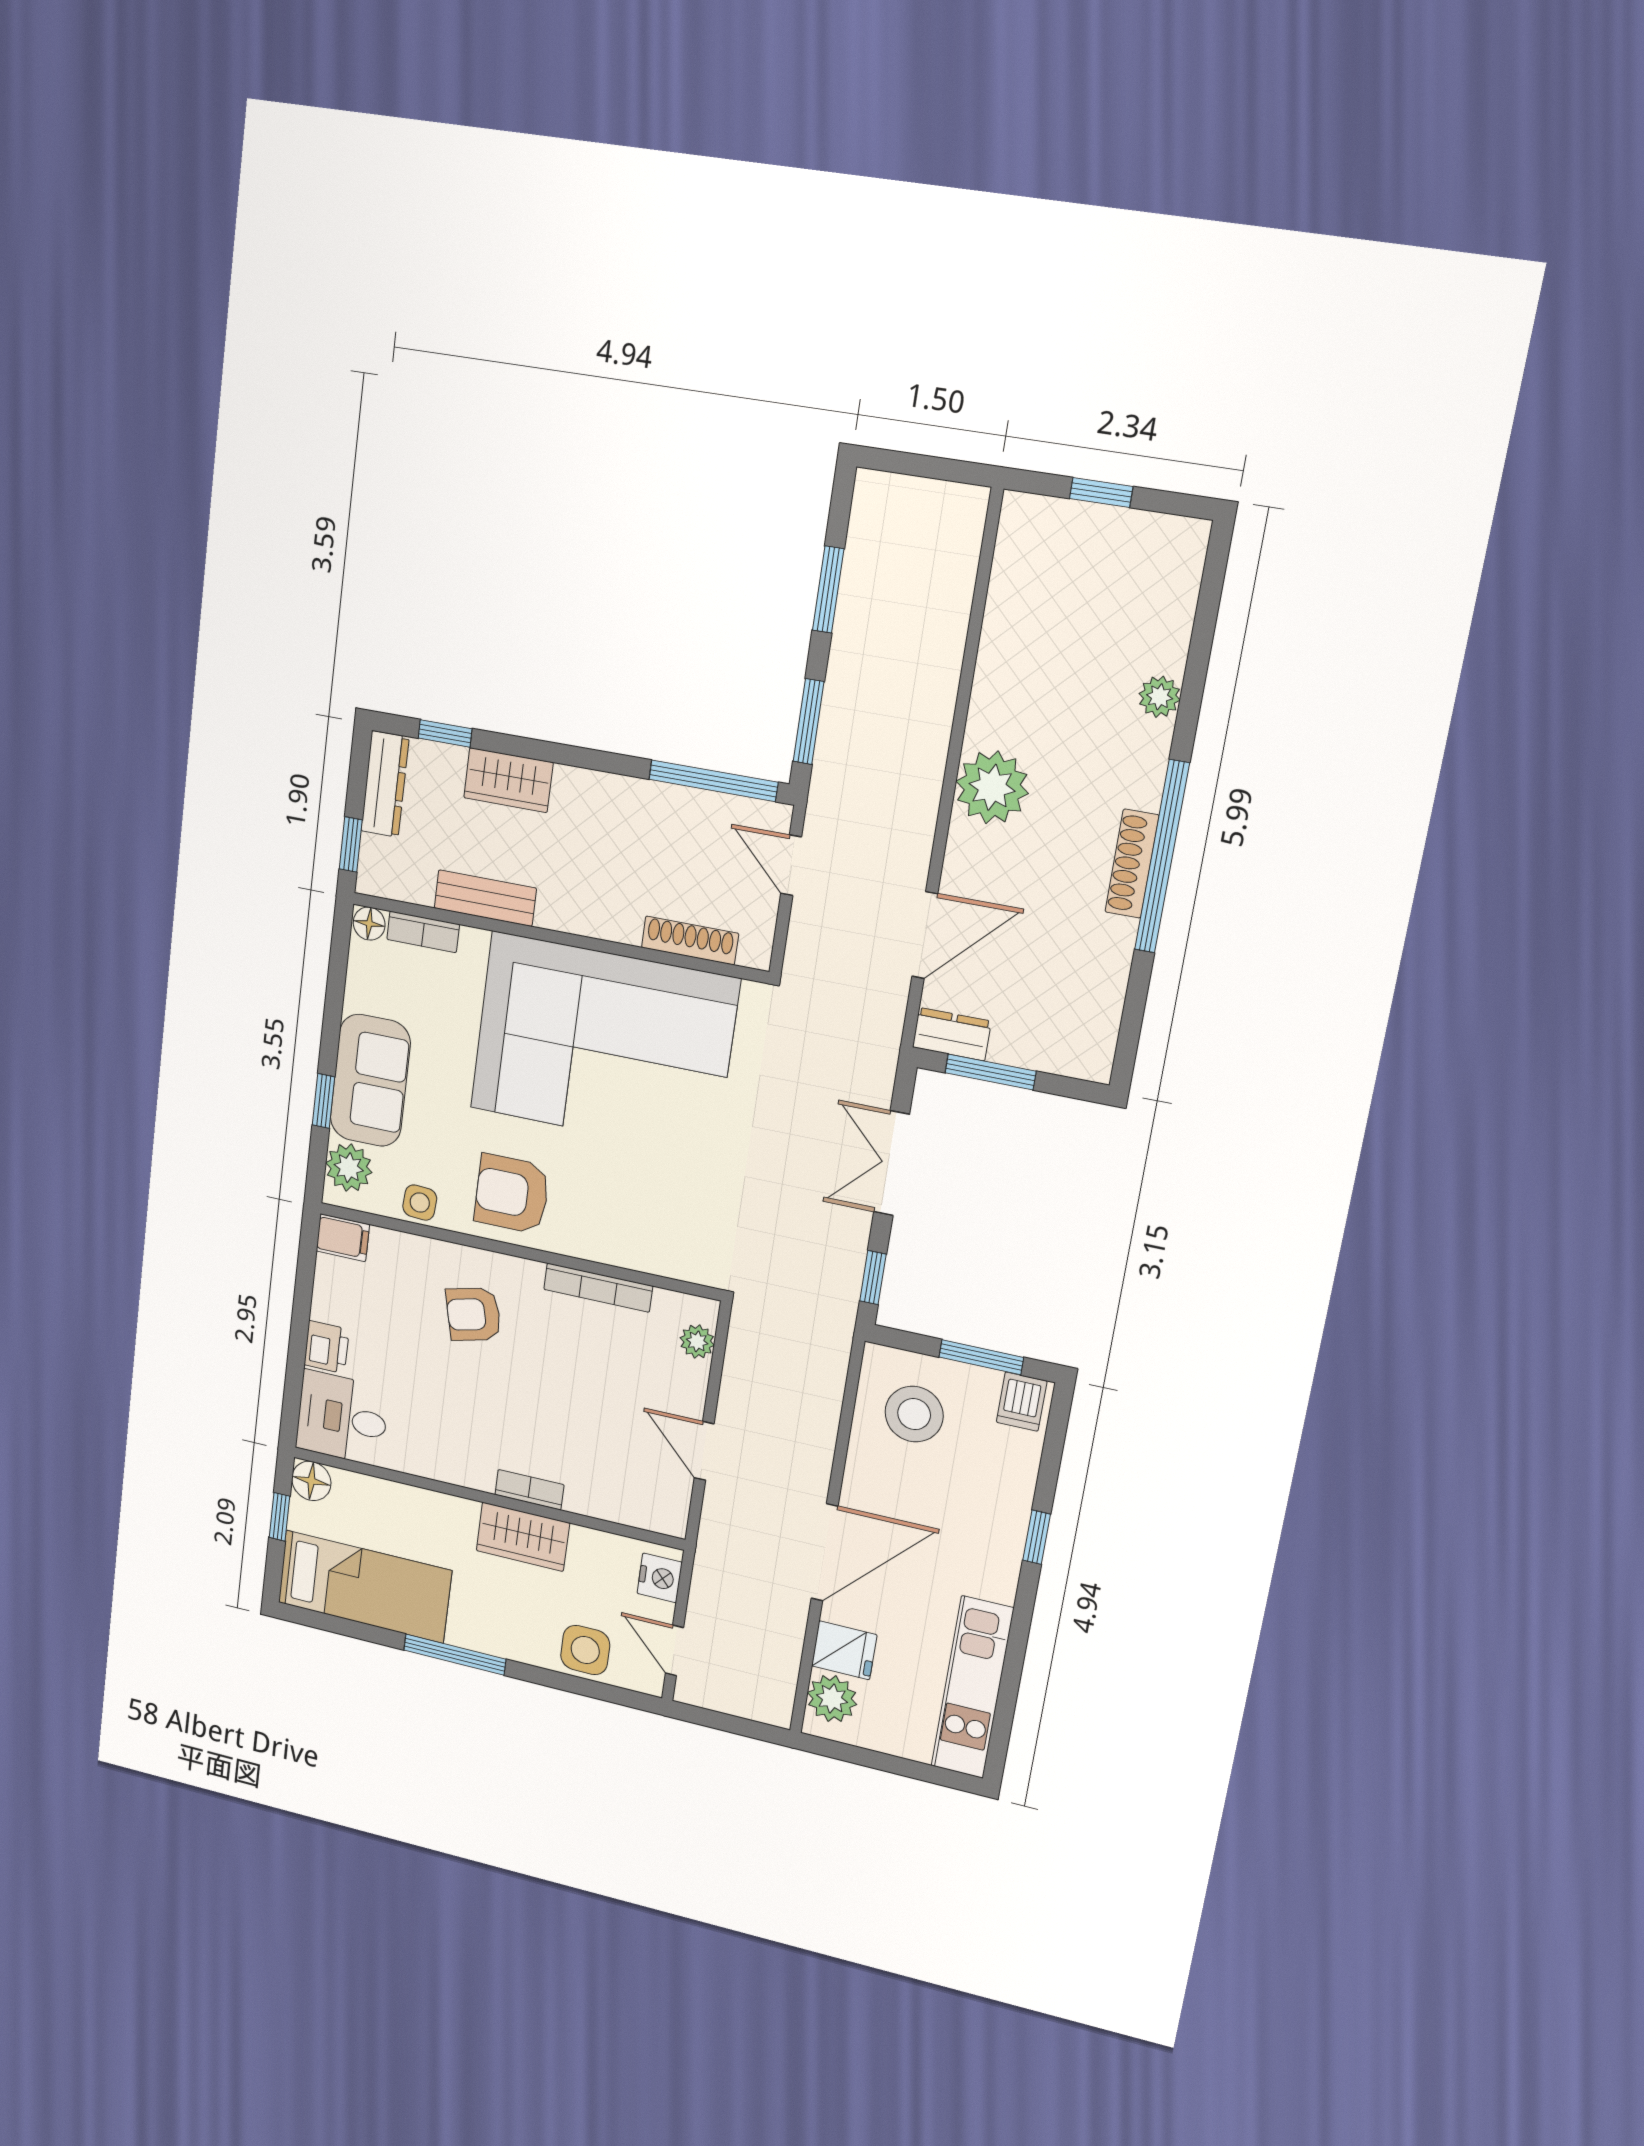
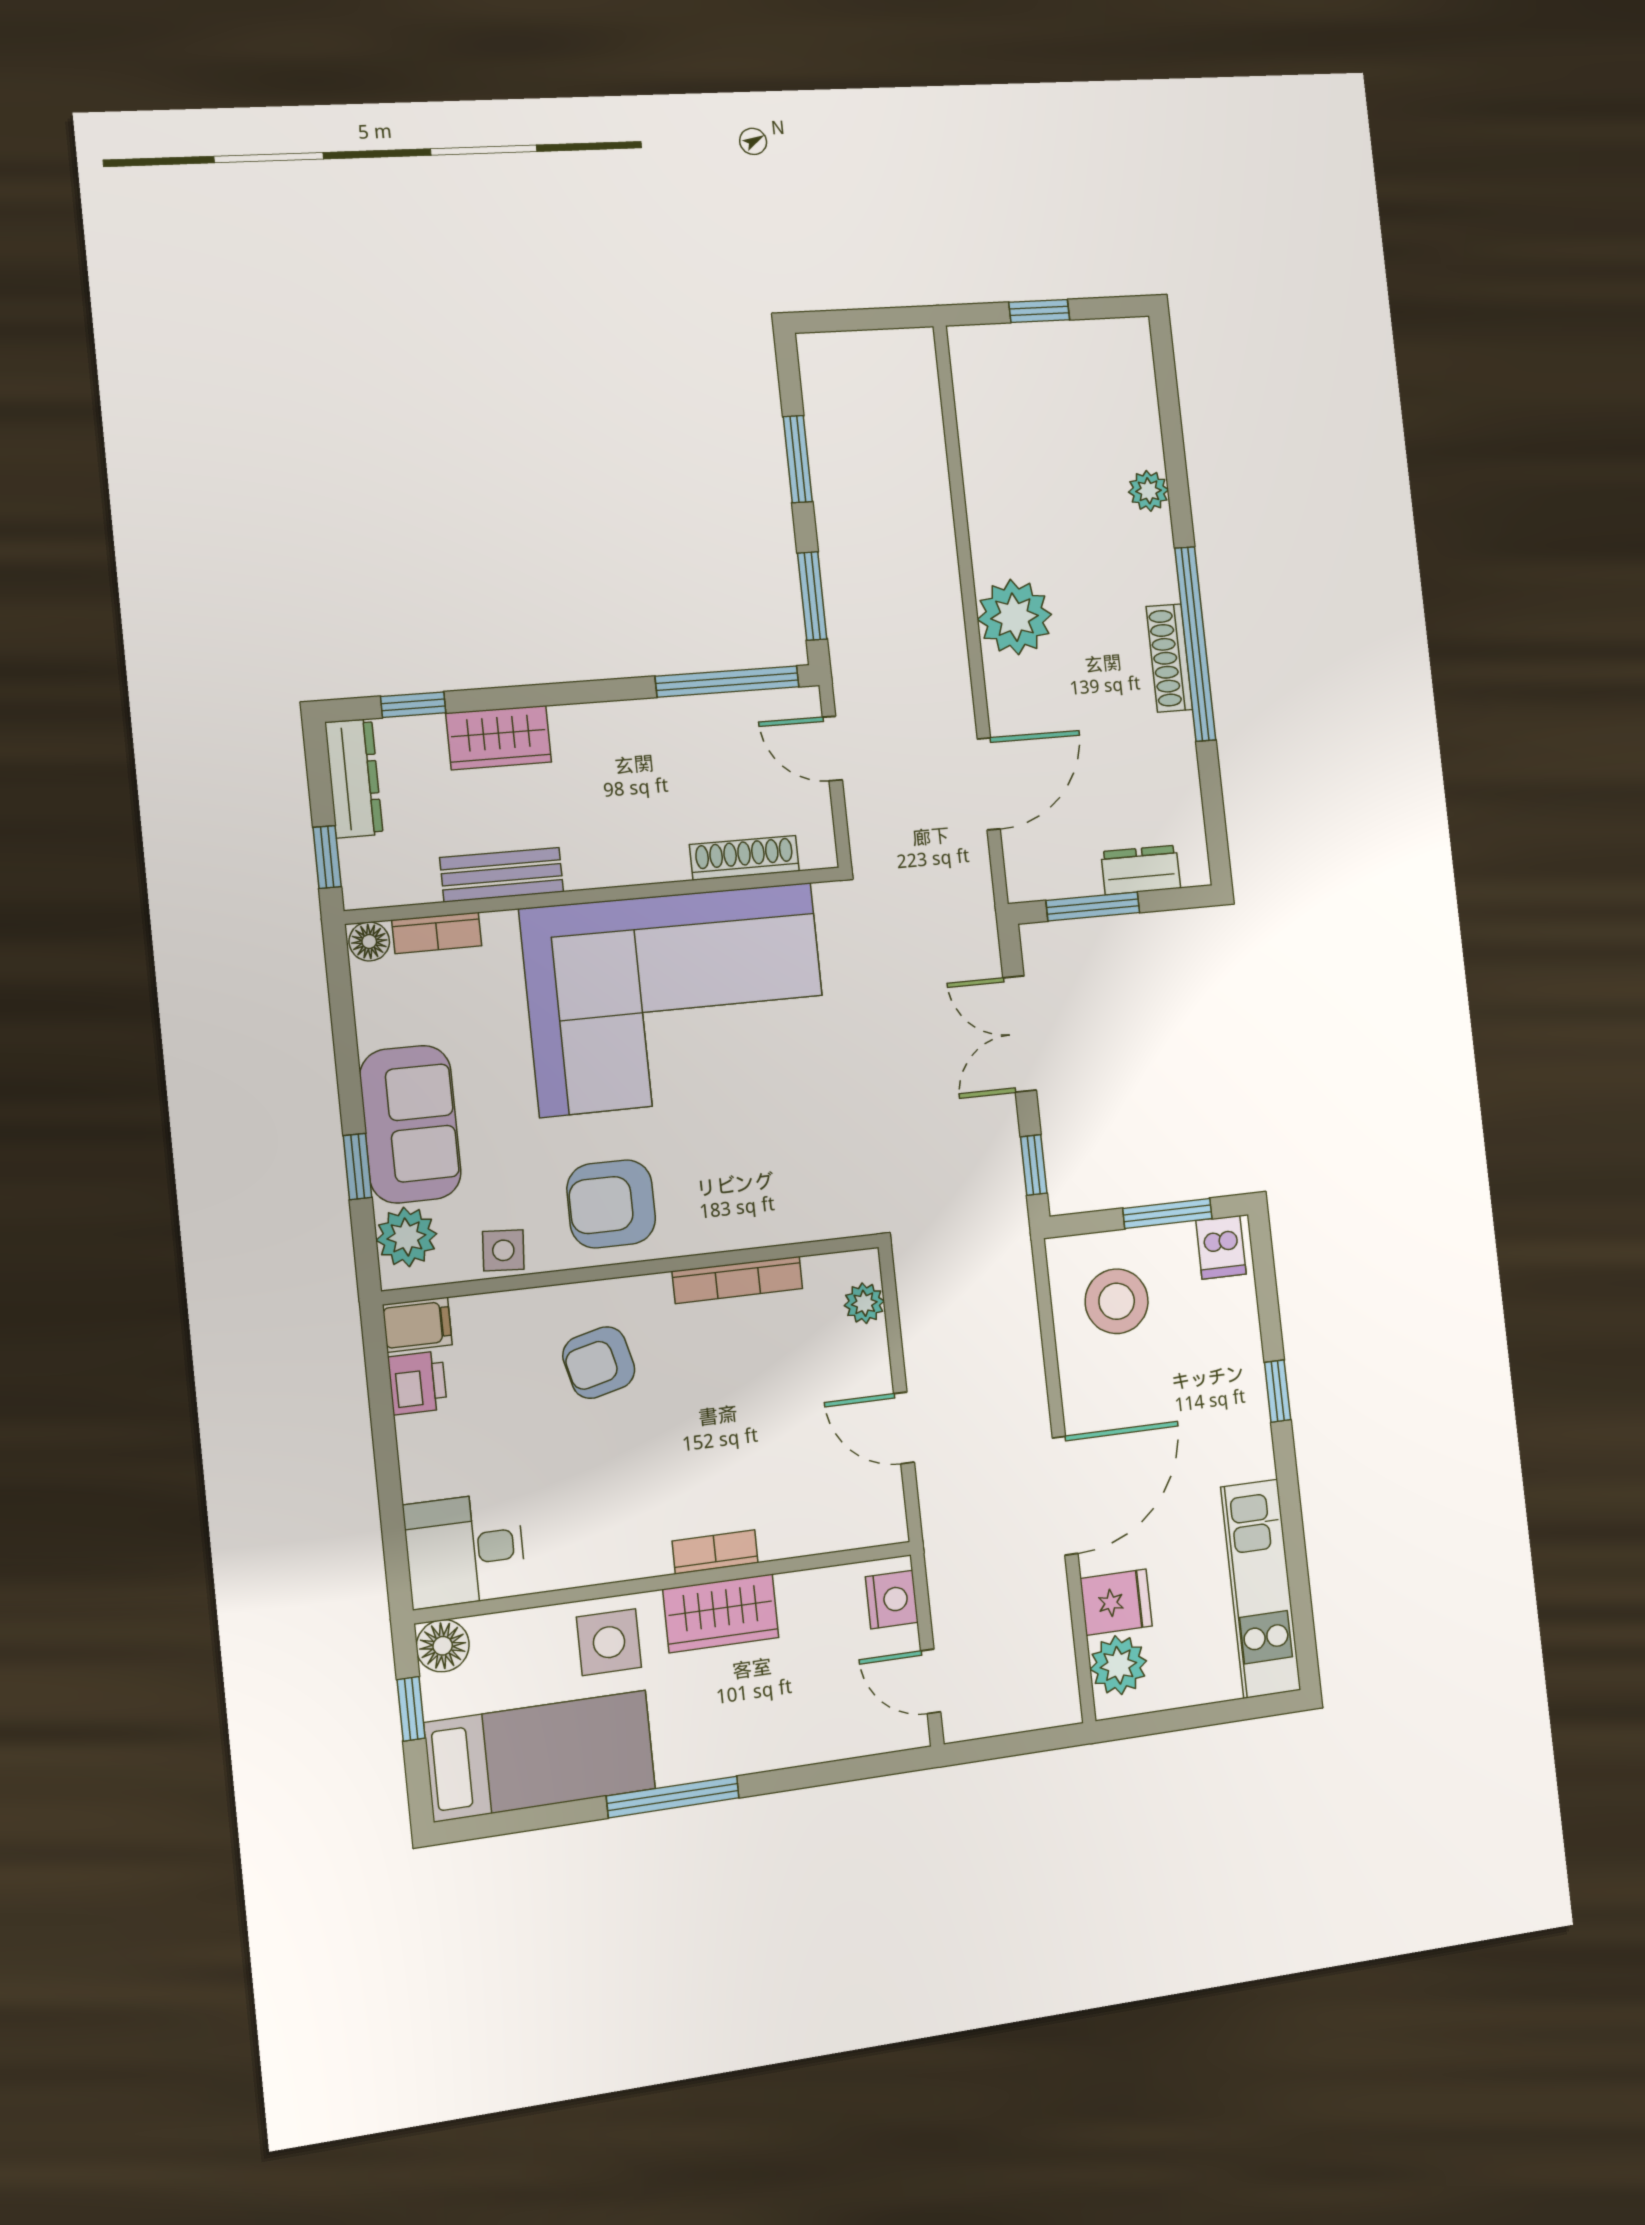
dresser: (952, 1034) -> (1141, 870), moved
printer: (327, 1347) -> (417, 1383), moved
side table: (585, 1650) -> (609, 1642), moved

